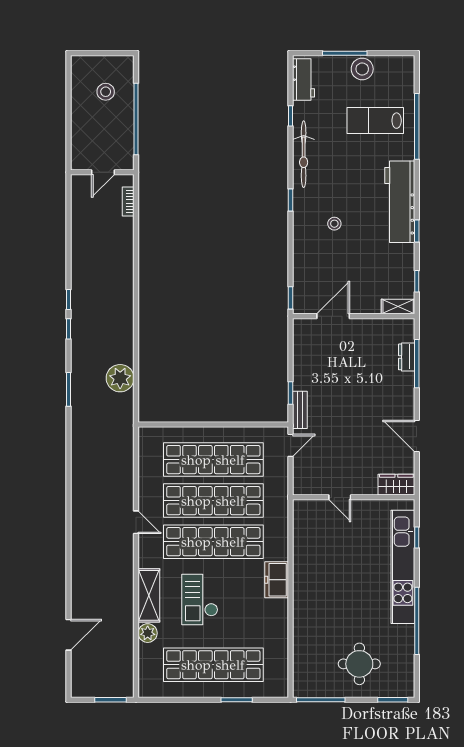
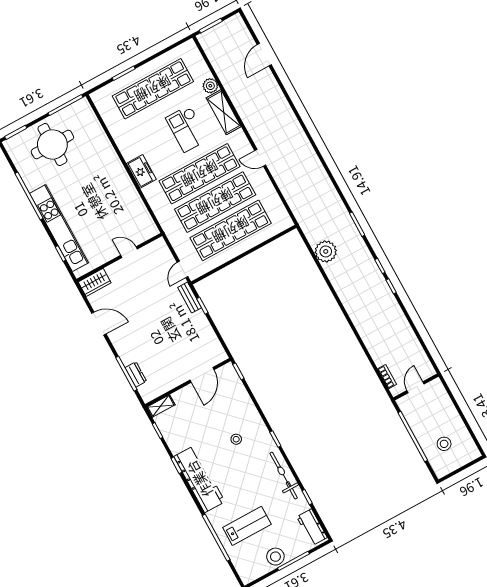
checkout: (200, 600) -> (187, 129), turned 180
round table: (359, 664) -> (52, 144), width x1.36, depth x1.36

